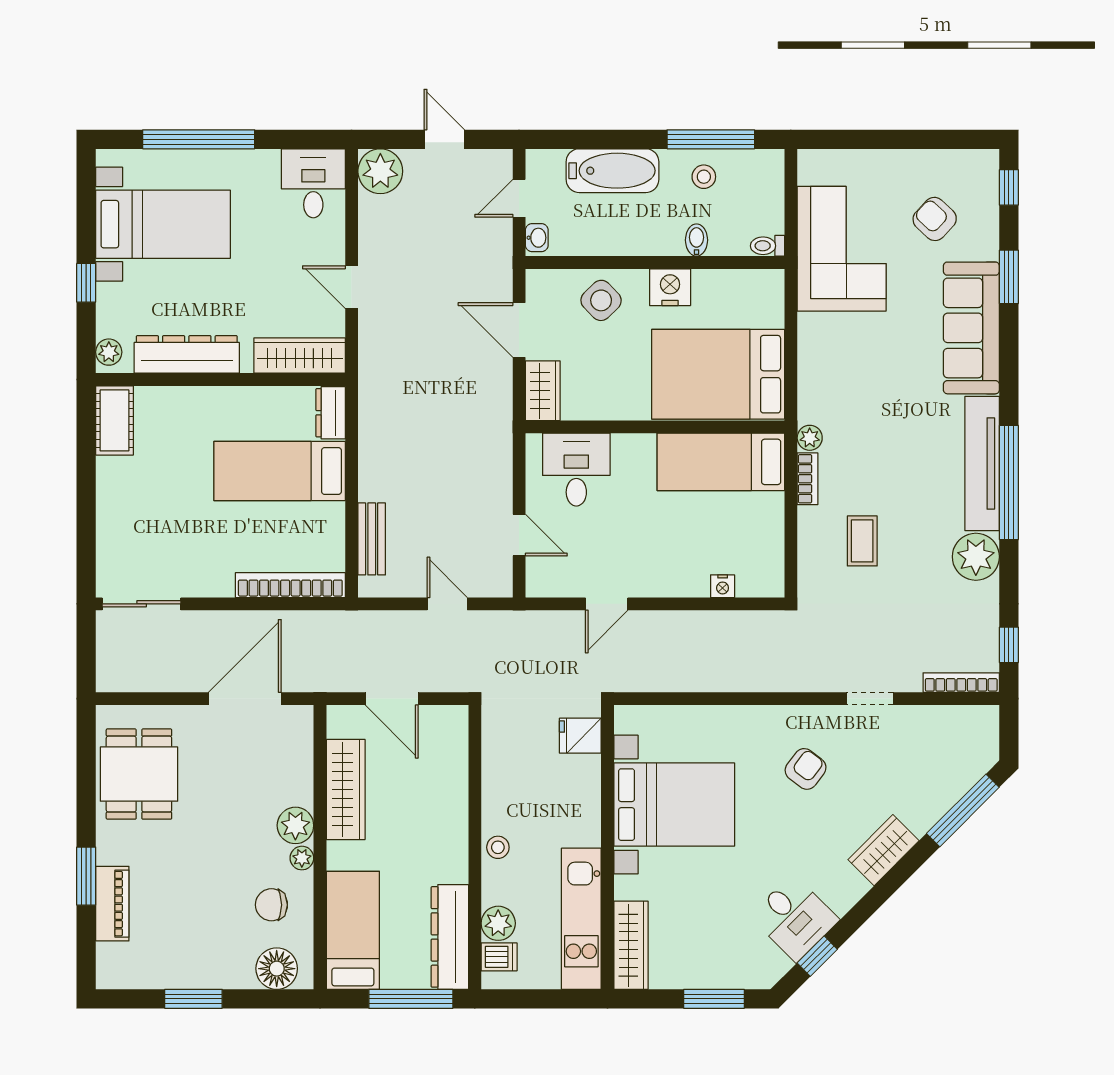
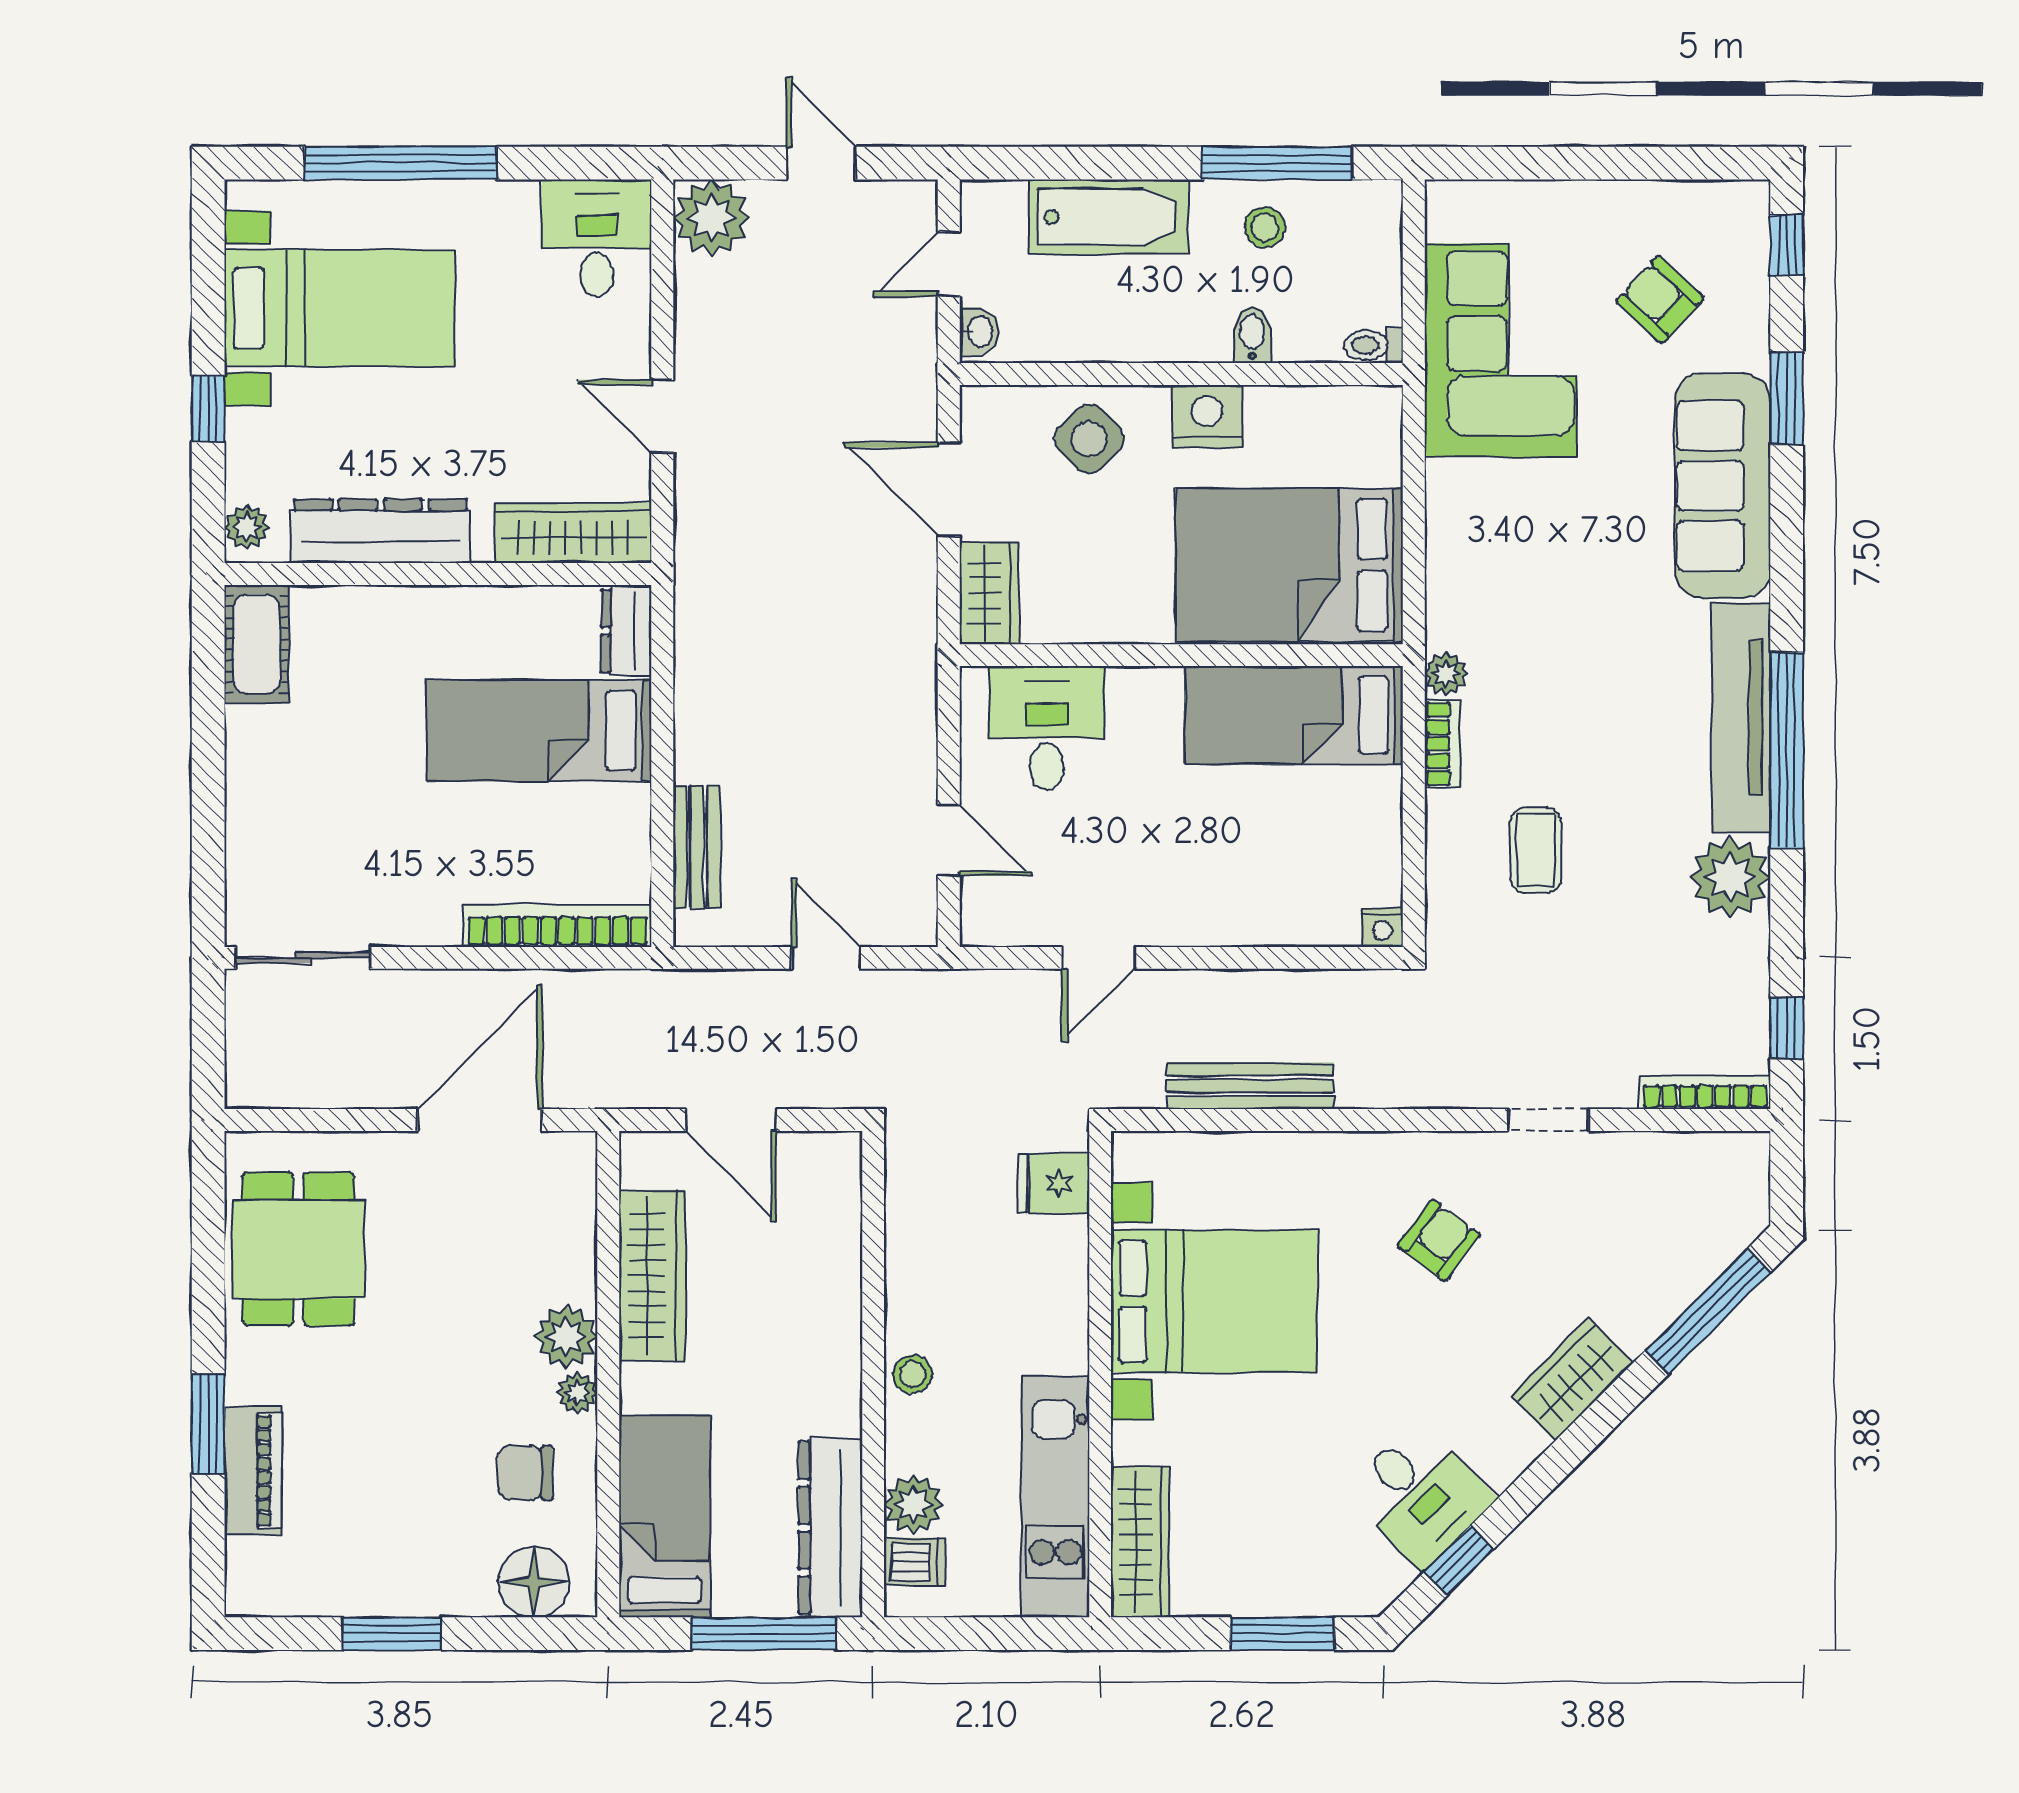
nightstand: (723, 586) -> (1382, 928), moved
bench: (695, 679) -> (1250, 1086), added

